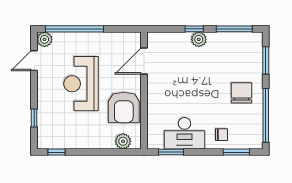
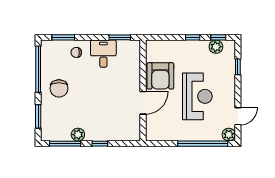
plant: (199, 39) -> (78, 135), moved
door: (144, 61) -> (143, 103), moved
armchair: (124, 107) -> (160, 76), turned 180
desk: (184, 133) -> (103, 54), width x0.73
plant: (123, 141) -> (216, 47), moved
window: (86, 152) -> (193, 37), added

